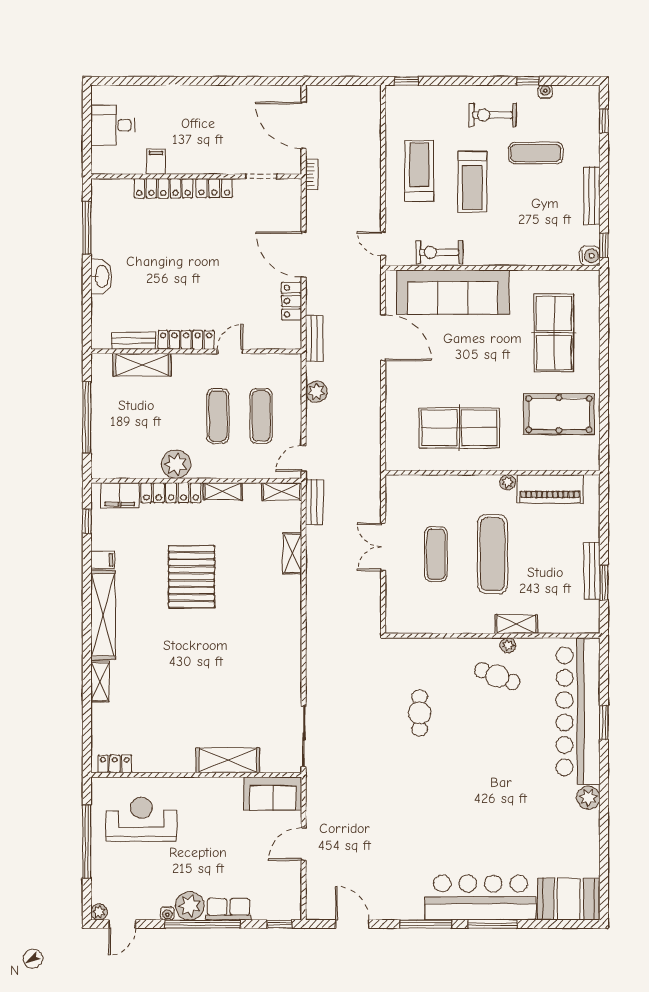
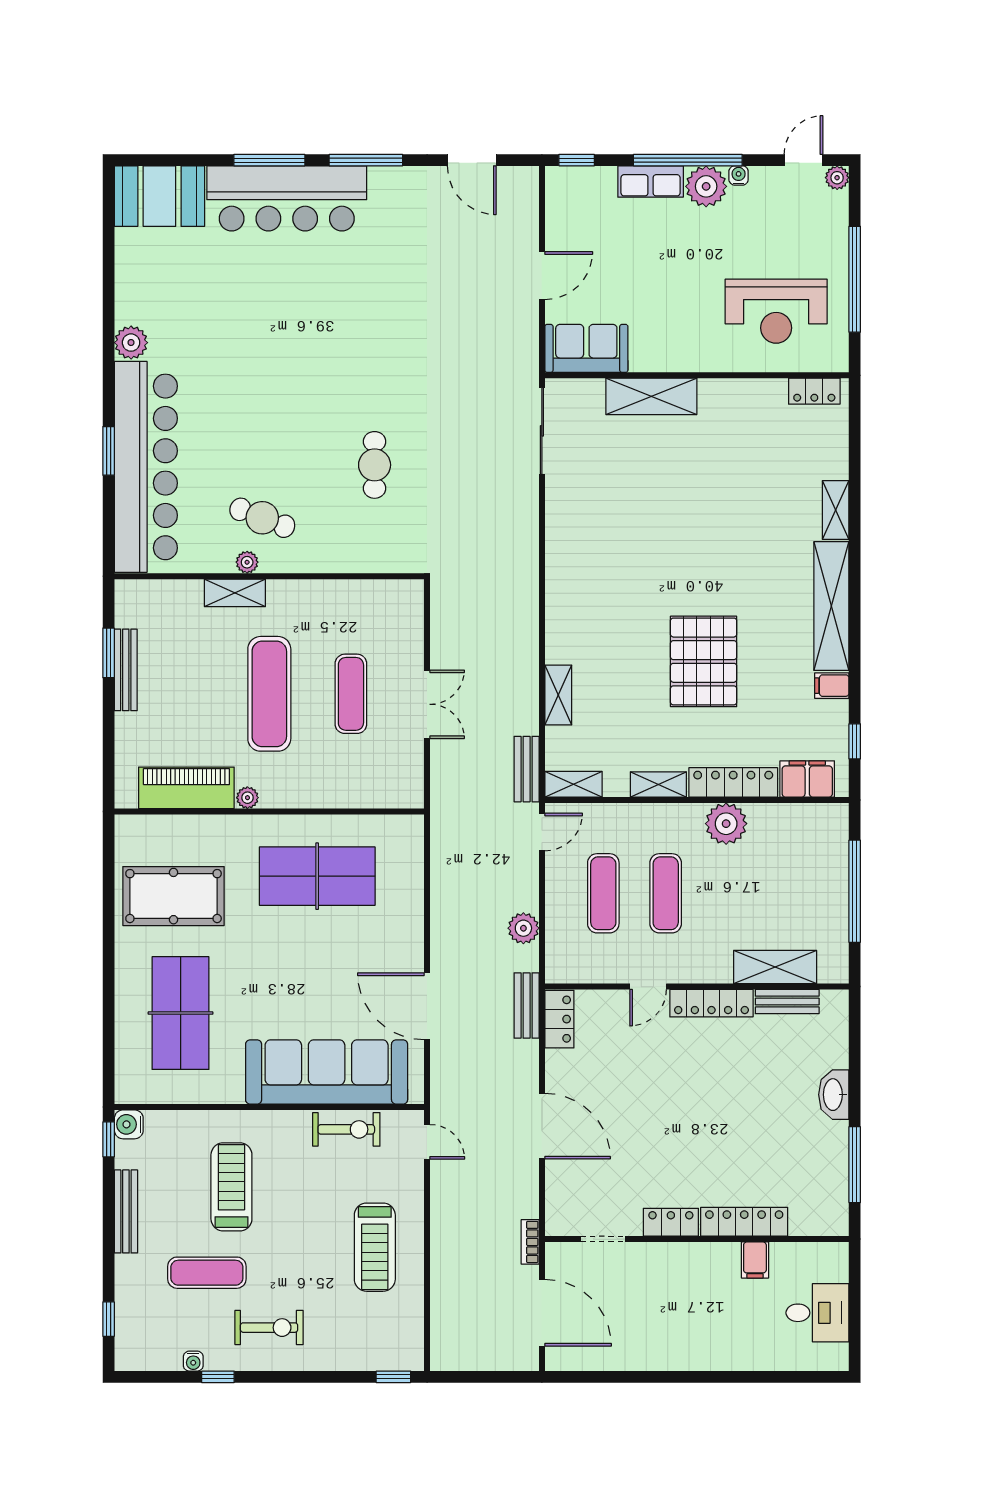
treadmill: (472, 182) -> (231, 1187), moved
locker: (292, 301) -> (559, 1019), moved

